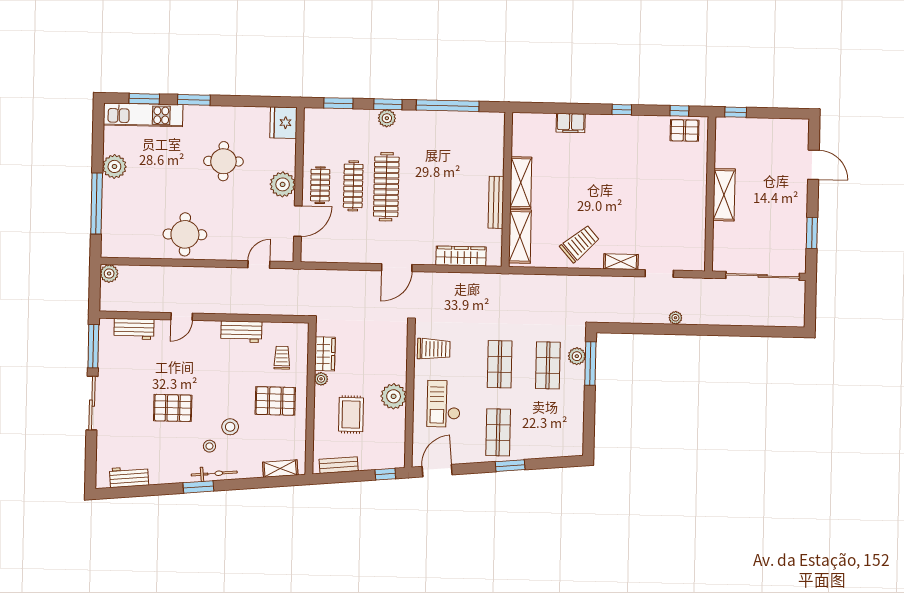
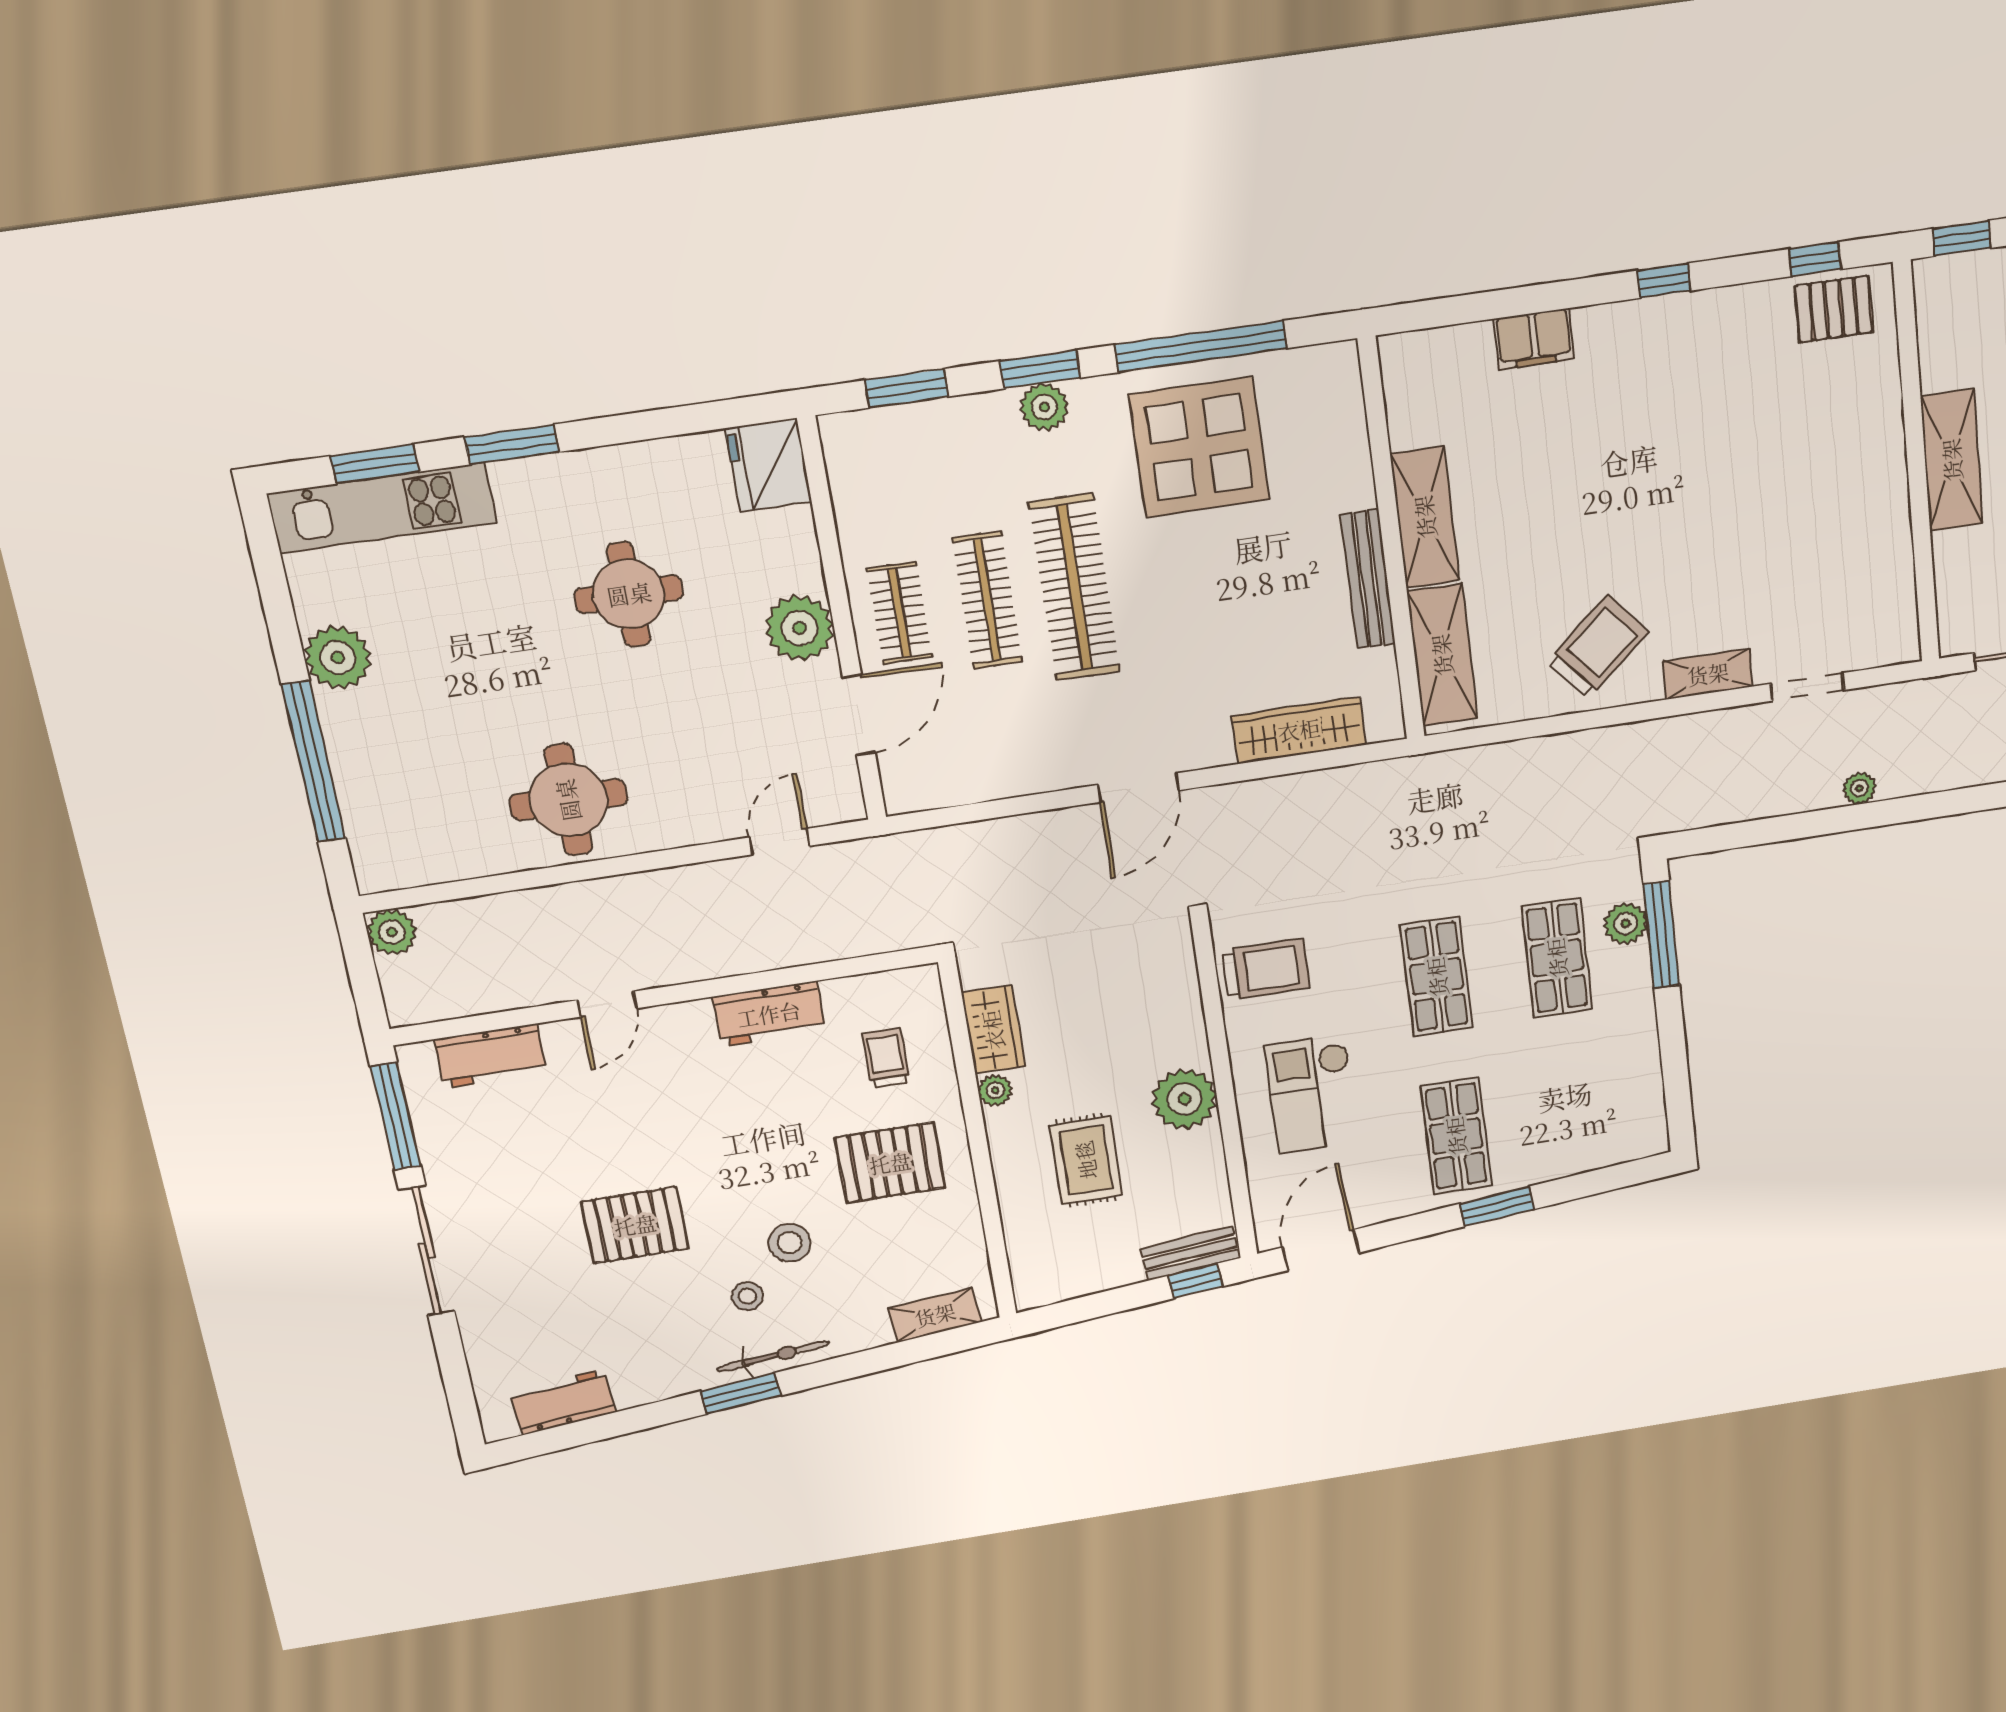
display table: (441, 142) -> (1199, 447), added
bench: (339, 465) -> (1190, 1253), moved

